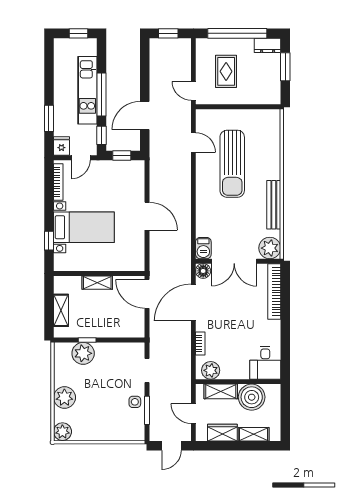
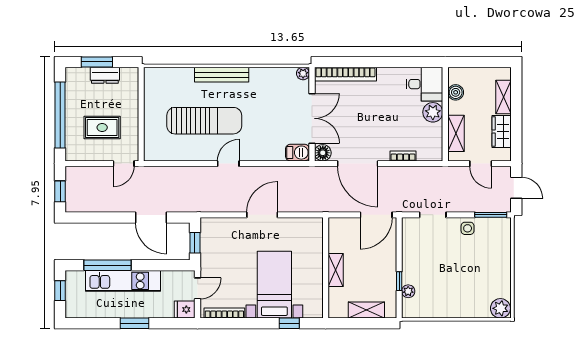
dresser: (268, 45) -> (105, 75), moved, turned 90
window: (101, 95) -> (108, 265), moved
window: (49, 118) -> (135, 323), moved
window: (101, 135) -> (173, 265), removed
door: (193, 143) -> (228, 164), moved
door: (81, 158) -> (198, 288), hinge flipped
bench: (274, 205) -> (222, 75), moved
plant: (270, 248) -> (303, 73), width x0.53, depth x0.53
door: (147, 294) -> (376, 215), moved
plant: (83, 353) -> (408, 291), width x0.53, depth x0.53
plant: (211, 370) -> (433, 112), moved
plant: (64, 397) -> (463, 306), removed
boiler: (252, 397) -> (456, 92), width x0.54, depth x0.54
window: (147, 410) -> (491, 215), moved
door: (193, 414) -> (481, 164), hinge flipped

